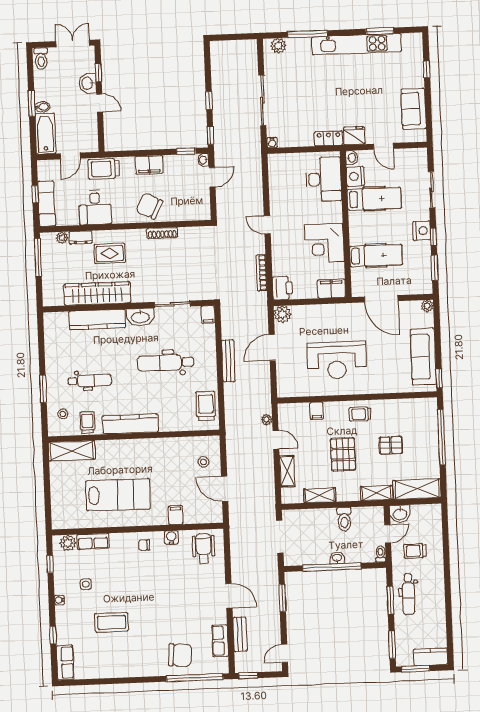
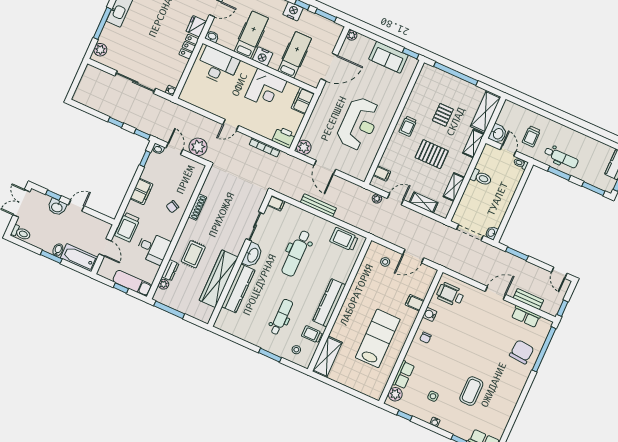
nightstand: (355, 177) -> (263, 57), moved
plant: (227, 201) -> (198, 147), added
chair: (149, 206) -> (172, 207), width x0.54, depth x0.54
sofa: (423, 357) -> (388, 57), width x0.73
filing cabinet: (317, 411) -> (382, 173), moved
washbasin: (337, 558) -> (492, 233), moved
window: (332, 567) -> (512, 205), removed

